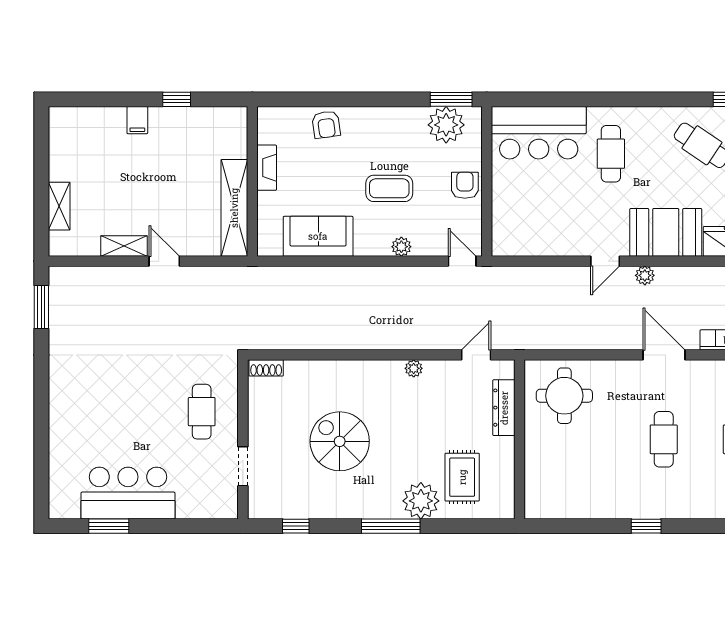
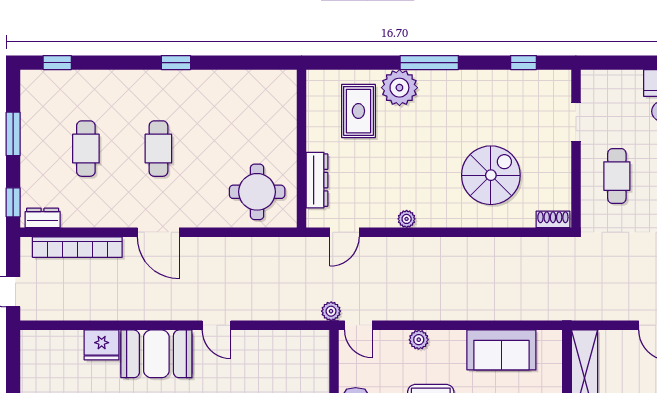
door: (605, 261) -> (217, 325), swing flipped
plant: (645, 275) -> (331, 311), moved
spiral stairs: (340, 441) -> (491, 175), moved, turned -90

